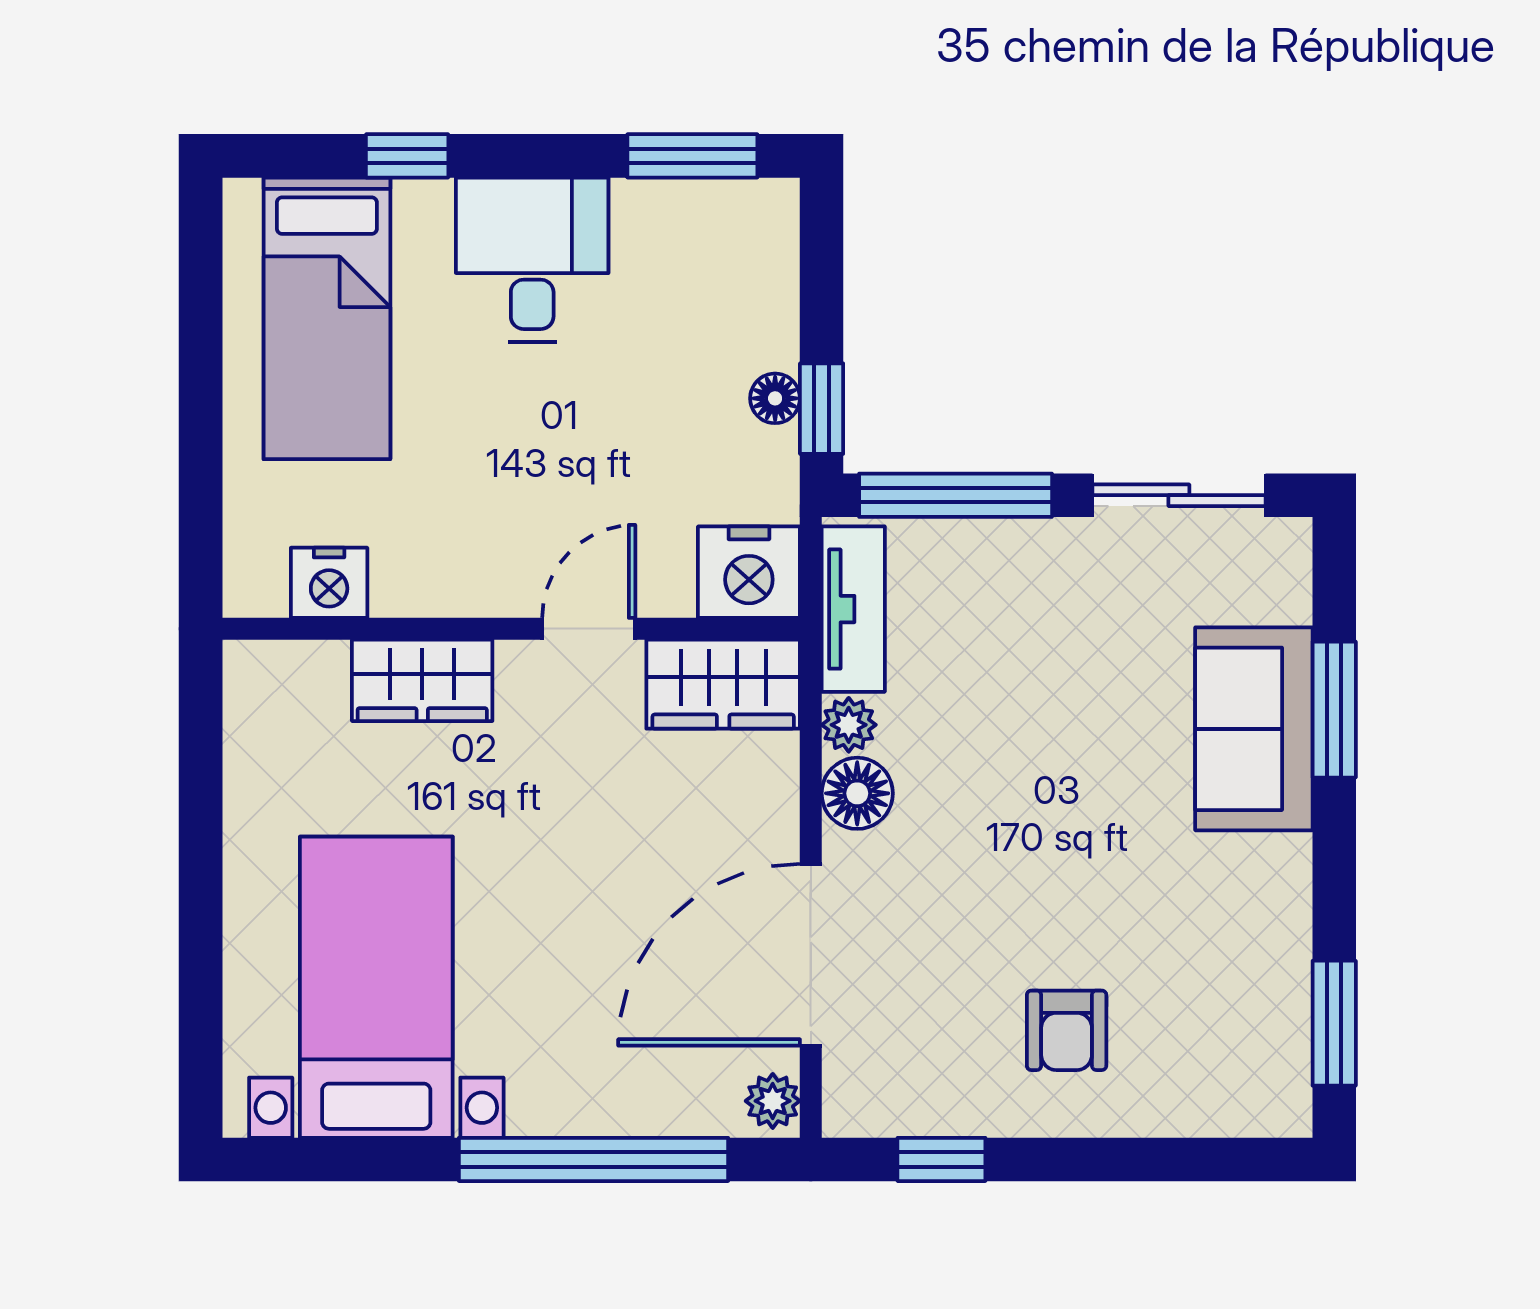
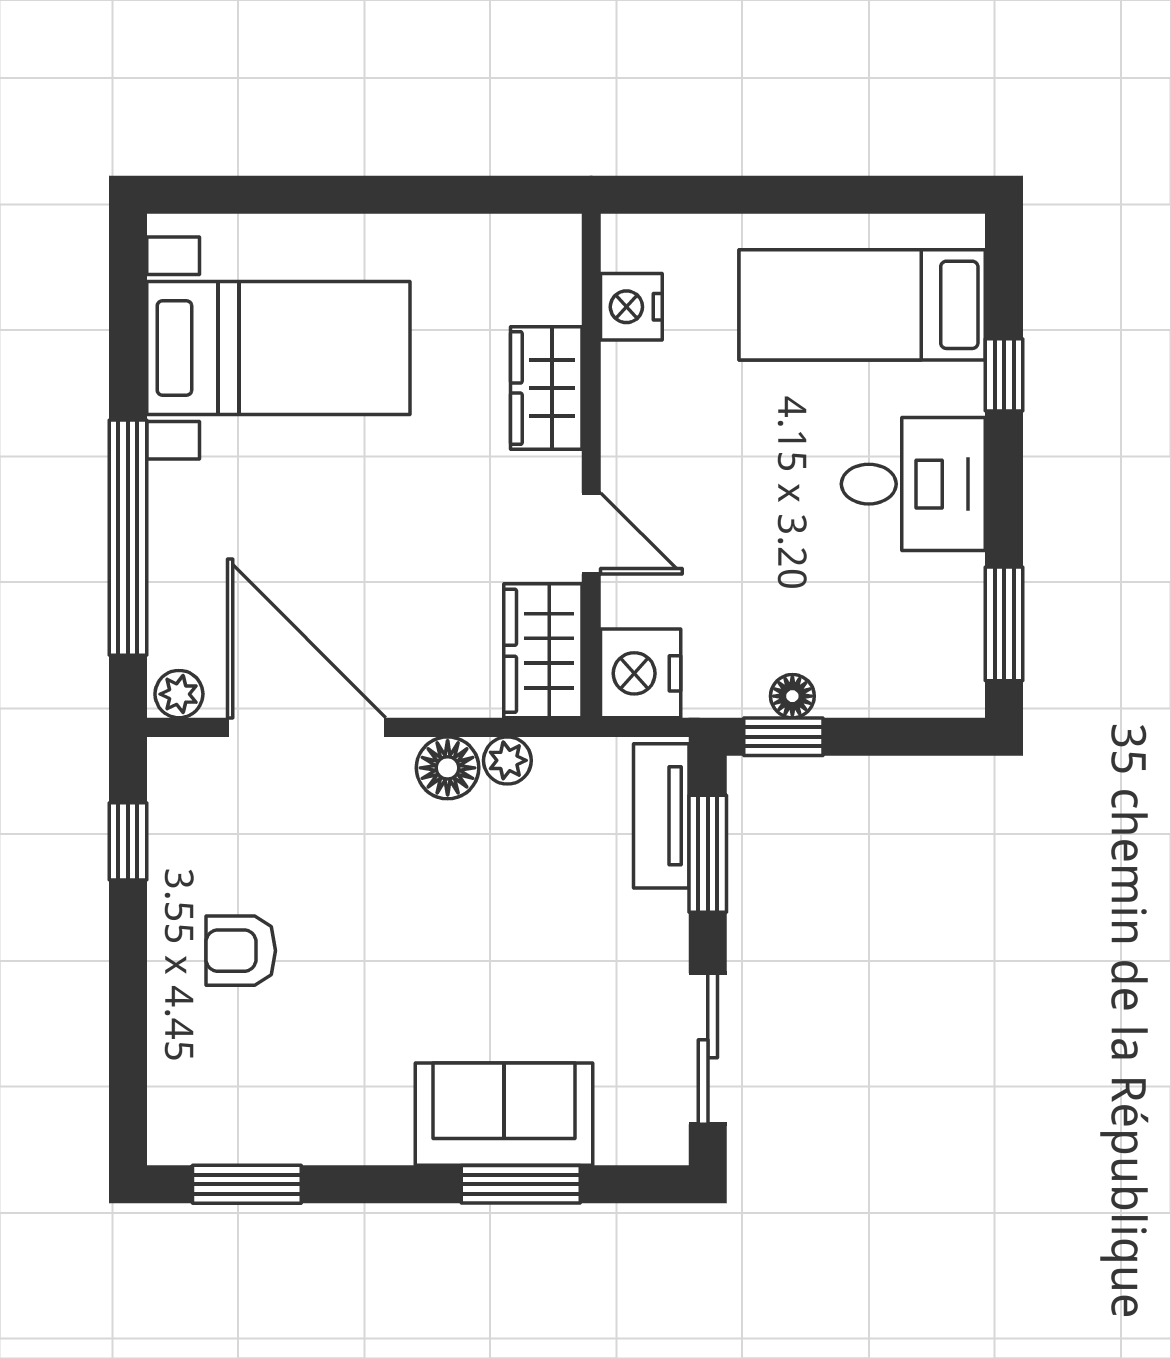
window: (956, 495) -> (708, 854), width x0.69
tv unit: (853, 609) -> (661, 816), moved, turned 90

